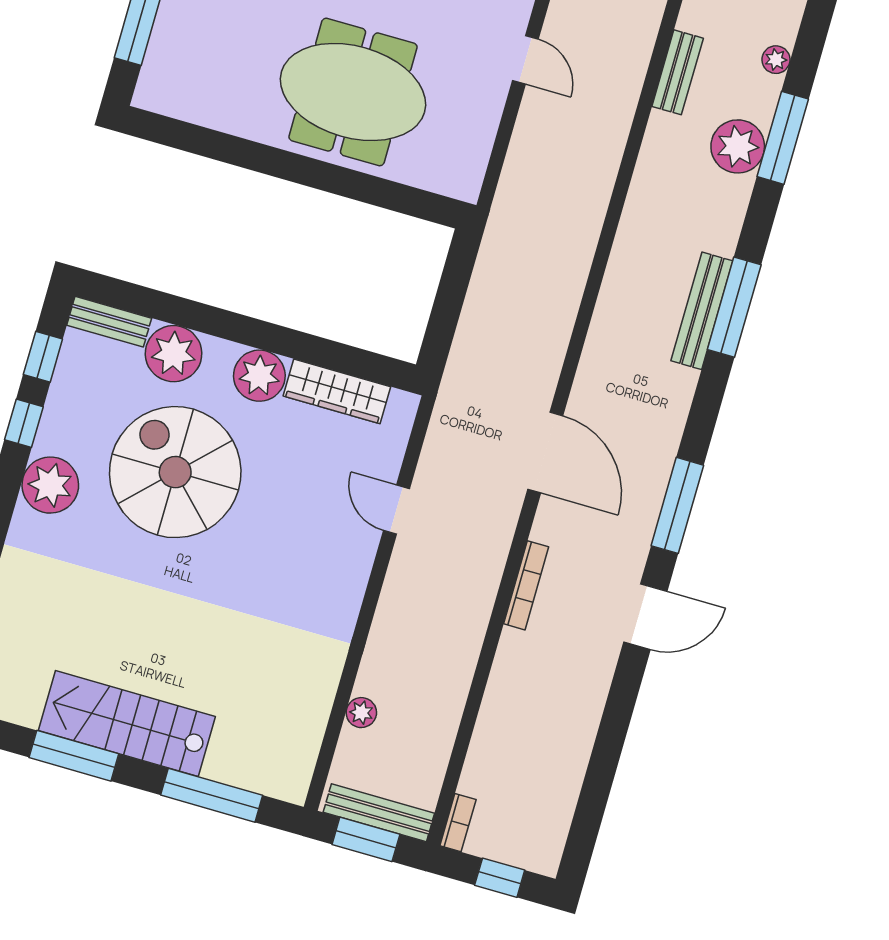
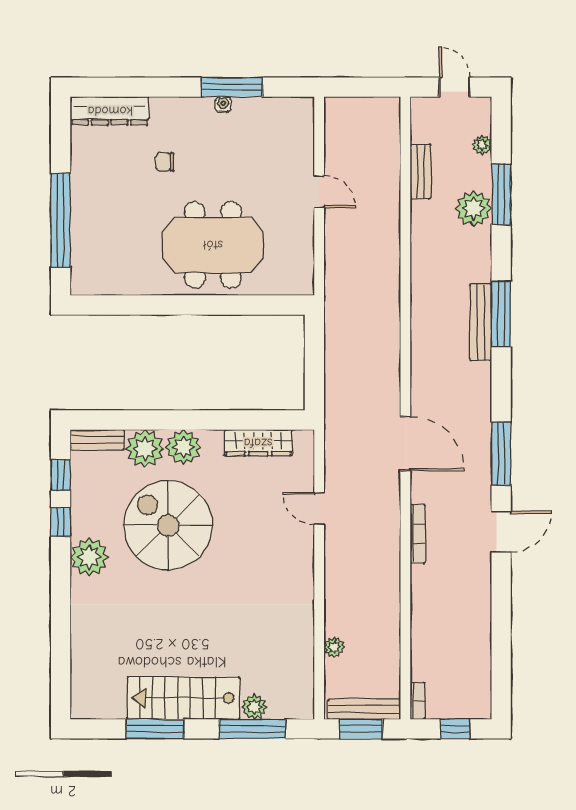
plant: (259, 376) -> (183, 447), moved
plant: (224, 765) -> (254, 707), added

